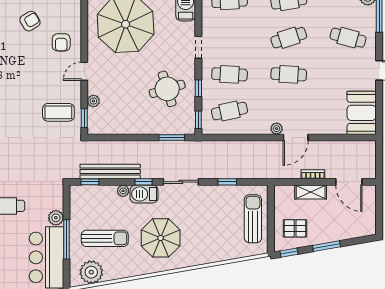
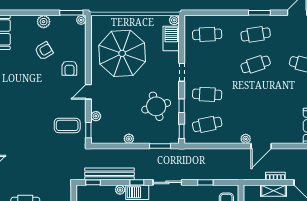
cafe table: (289, 74) -> (256, 94), removed
plant: (134, 128) -> (129, 139), added

